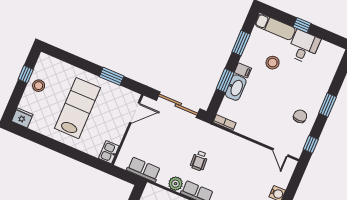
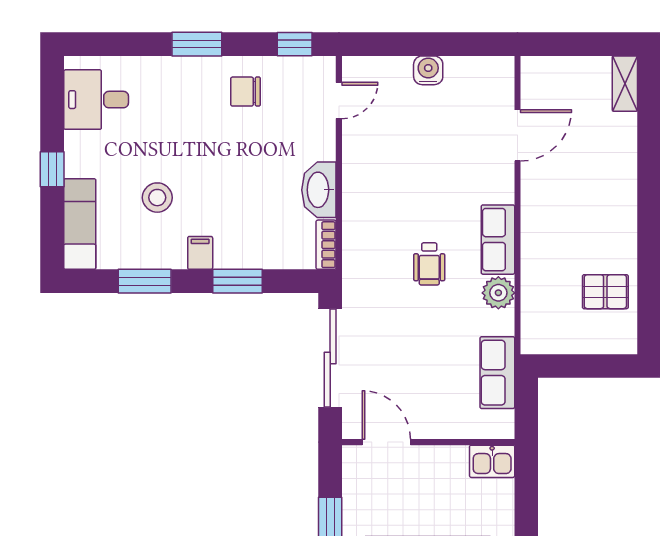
desk: (304, 47) -> (96, 100), moved
washbasin: (236, 88) -> (319, 190), moved, turned -90
wheelchair: (199, 161) -> (429, 264), turned 93

